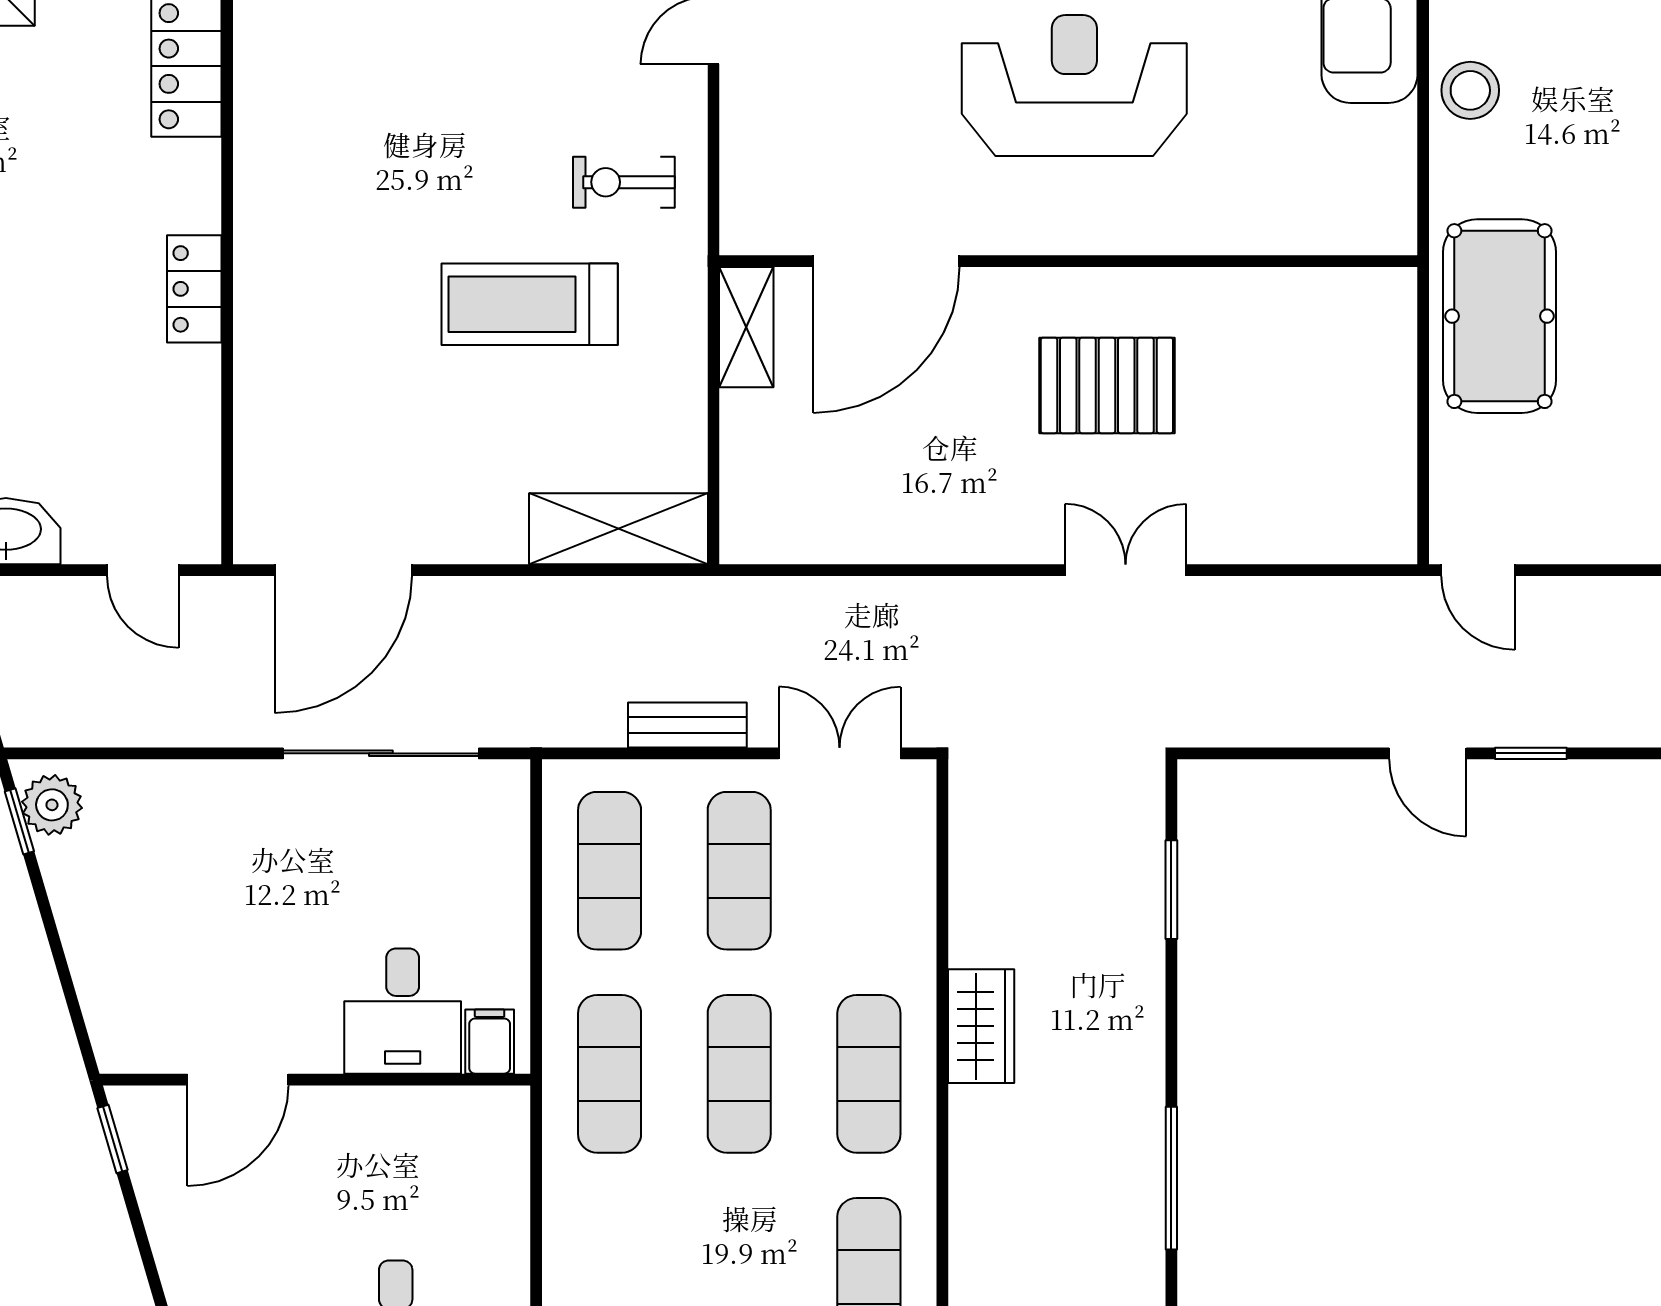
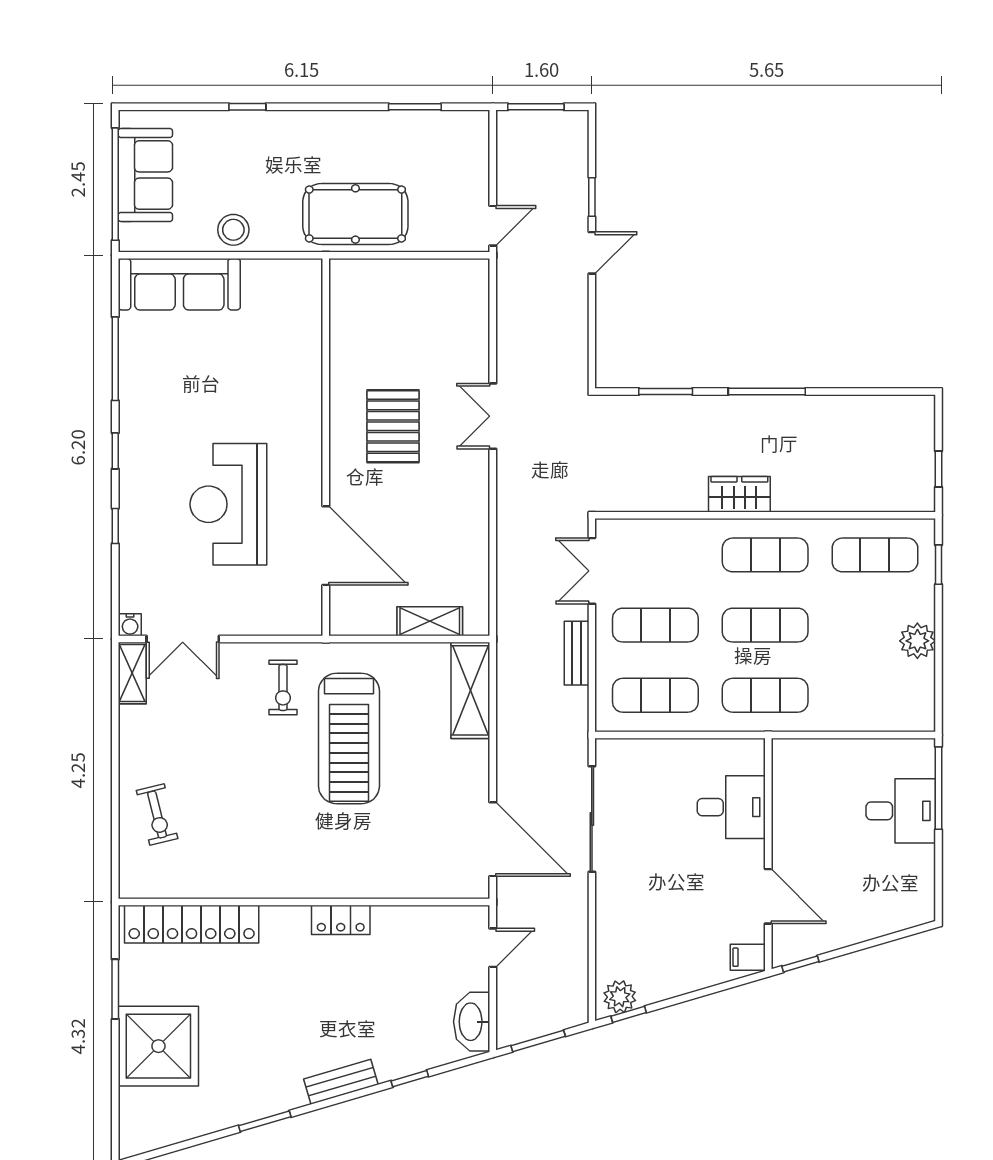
reception desk: (1074, 86) -> (228, 504), moved
treadmill: (530, 304) -> (349, 738), width x1.37, depth x1.38
shelving: (746, 327) -> (430, 621), moved
filing cabinet: (490, 1042) -> (748, 957), moved
window: (1171, 1178) -> (767, 391), moved

